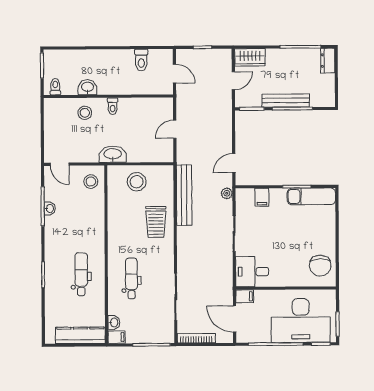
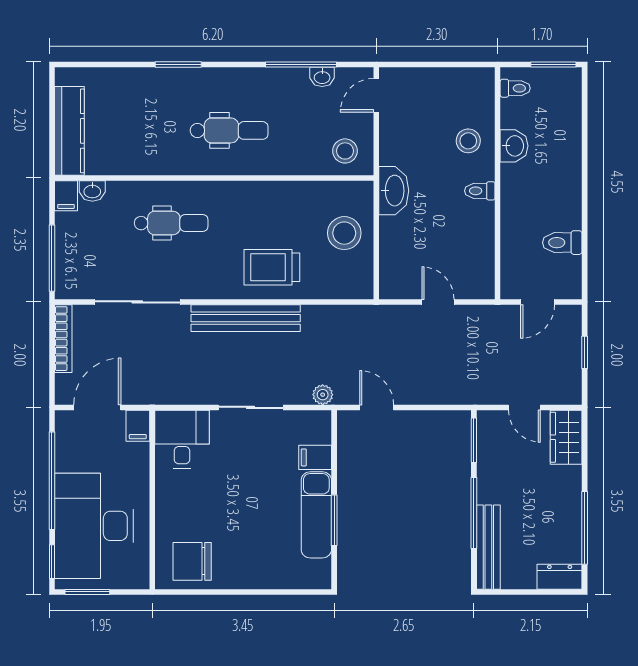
bench: (286, 101) -> (488, 547), moved
bench: (184, 195) -> (246, 318), moved
exam couch: (311, 196) -> (316, 515), moved
washbasin: (50, 208) -> (322, 77), moved
dental chair: (81, 274) -> (229, 130), moved

